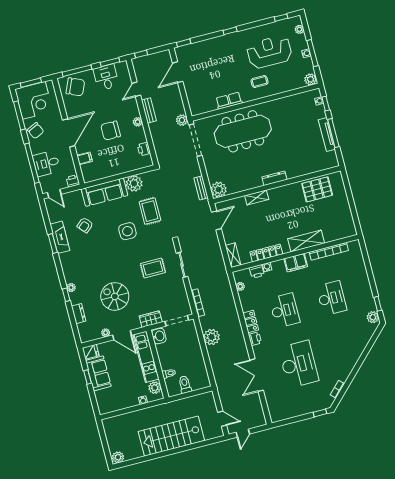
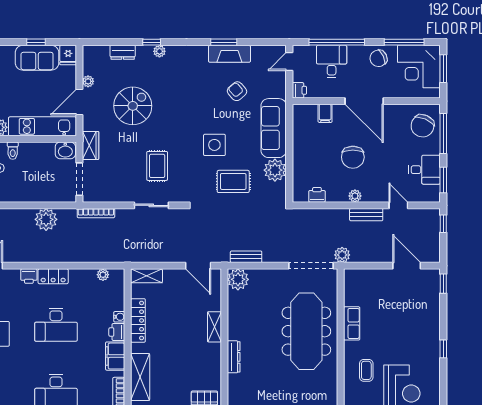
chair: (111, 131) -> (353, 157), turned 180
printer: (257, 272) -> (117, 332), moved

